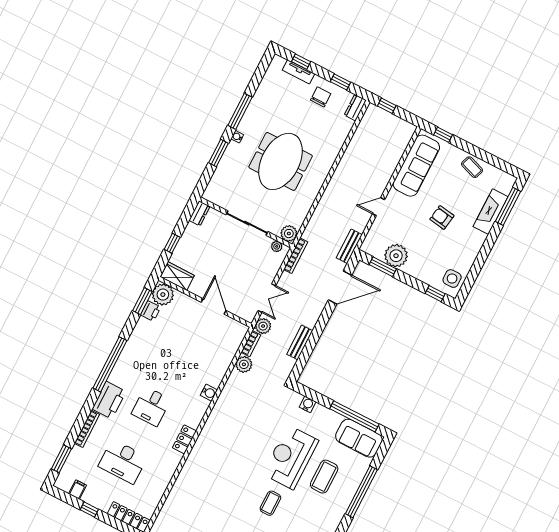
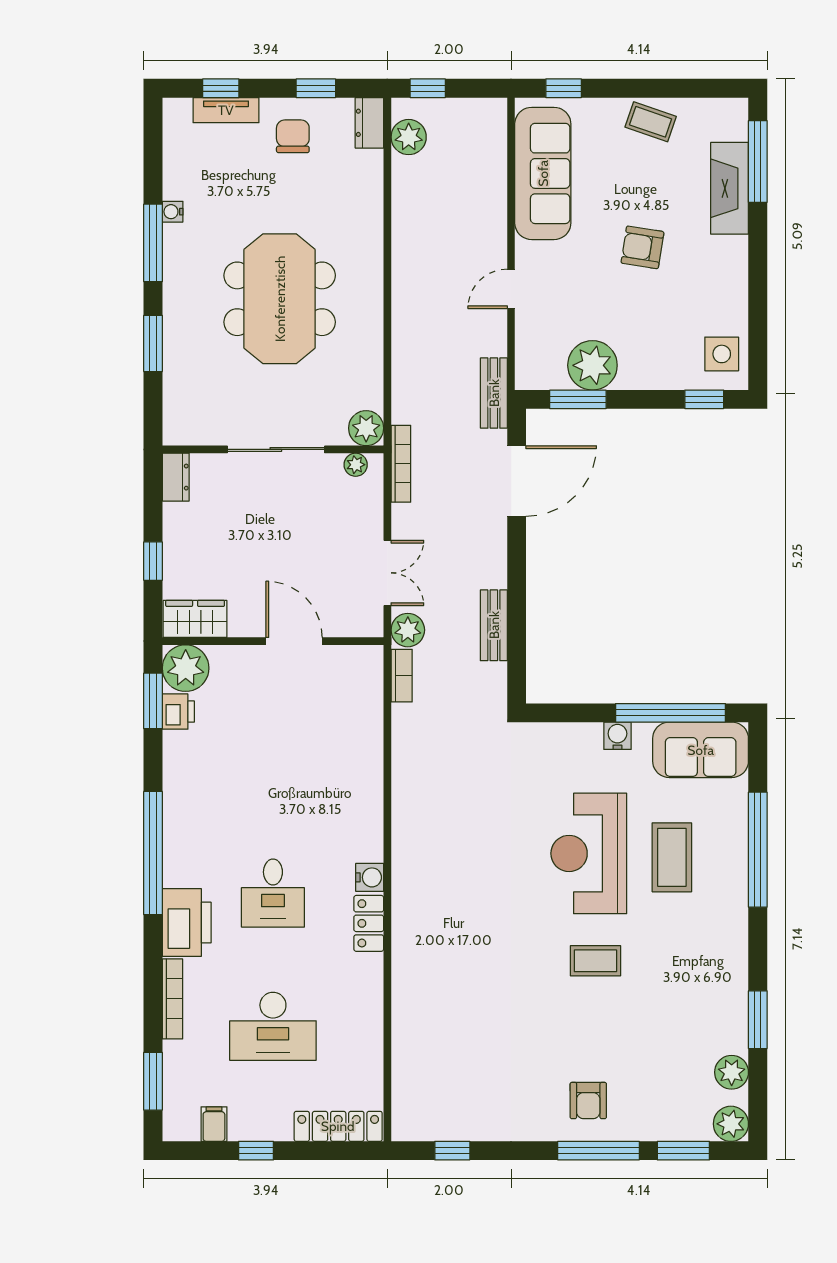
water cooler: (237, 137) -> (173, 212), moved
plant: (244, 364) -> (409, 137), moved
water cooler: (209, 393) -> (370, 877), moved
water cooler: (308, 404) -> (617, 736), moved
coffee table: (270, 503) -> (595, 961), turned 90

